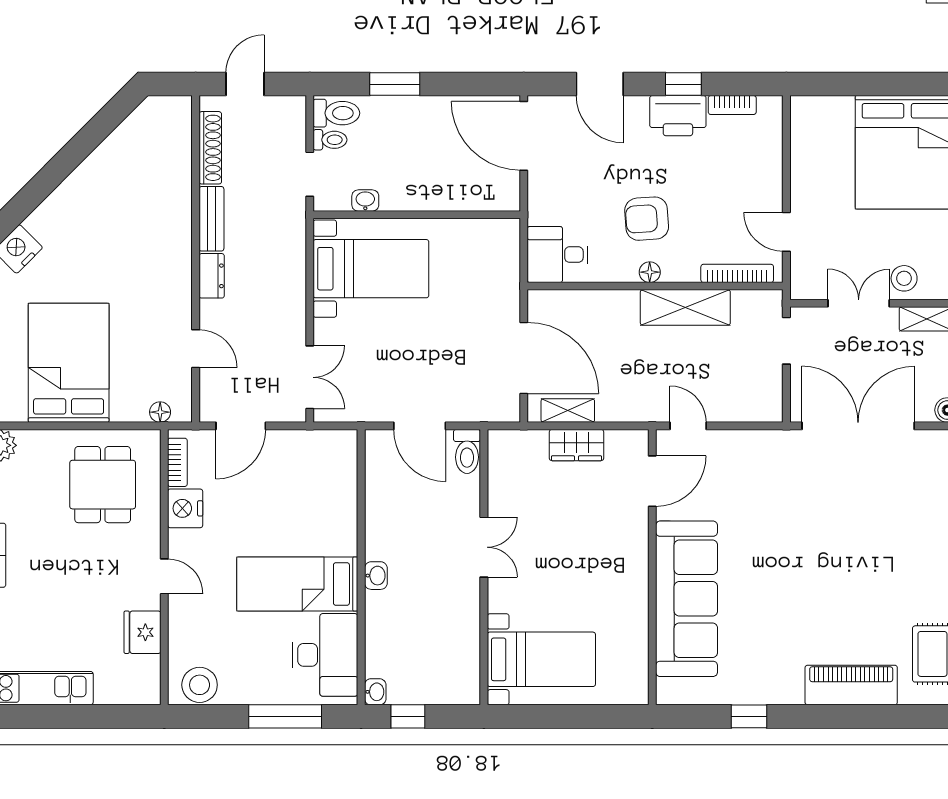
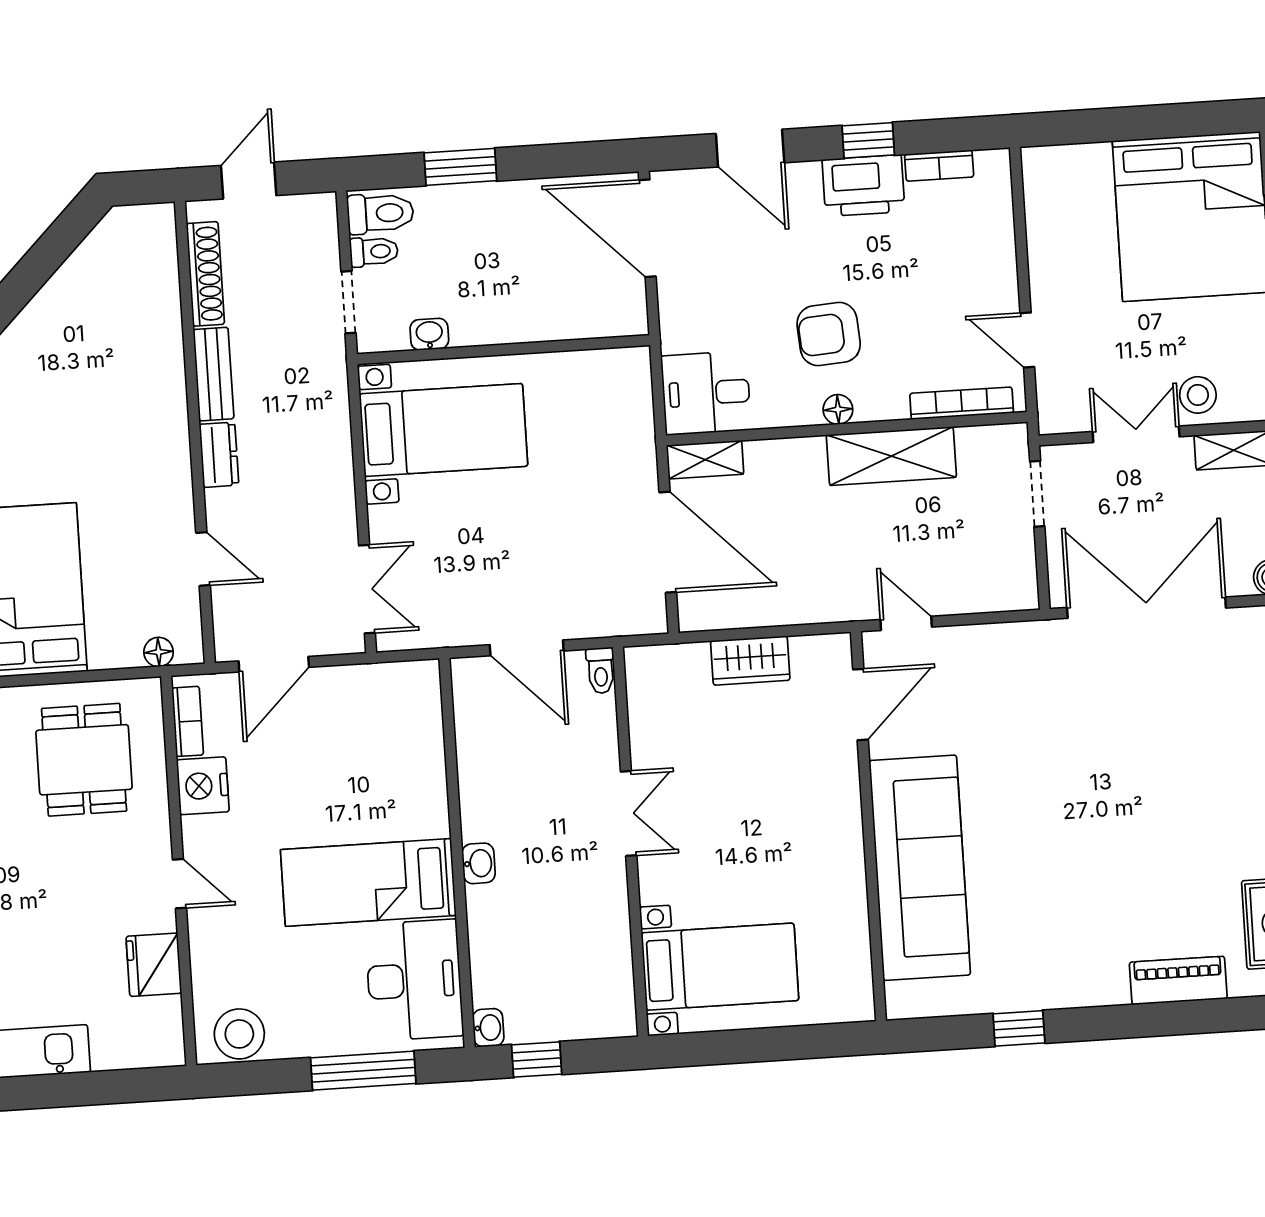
shelving: (568, 410) -> (705, 460), moved
toilet: (467, 451) -> (601, 671), width x0.73, depth x0.72
piano: (851, 685) -> (1178, 980), width x0.73, depth x0.75

